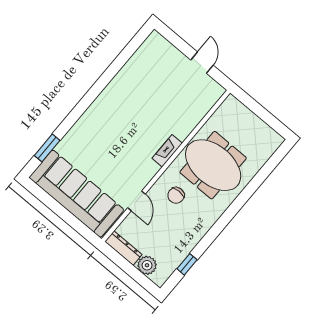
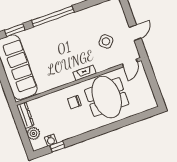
side table: (171, 95) -> (106, 41), added
window: (85, 102) -> (53, 16), added
door: (136, 201) -> (130, 63), moved
water cooler: (174, 261) -> (51, 140), added

